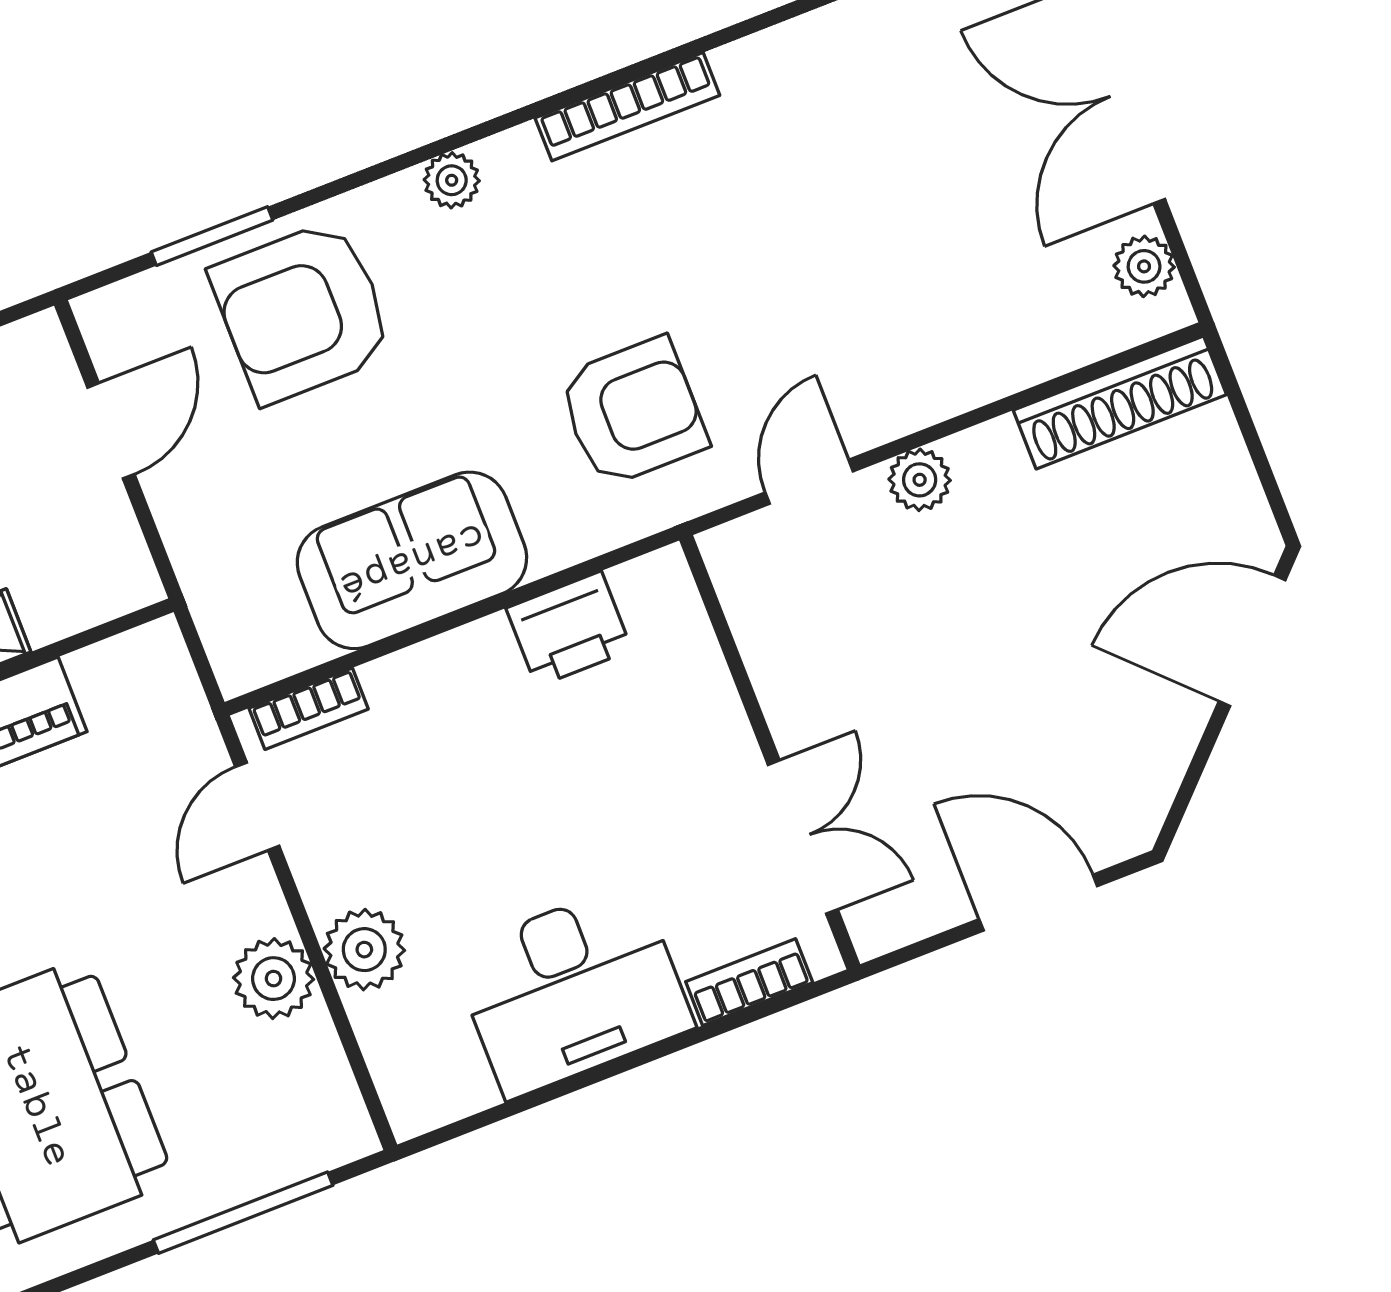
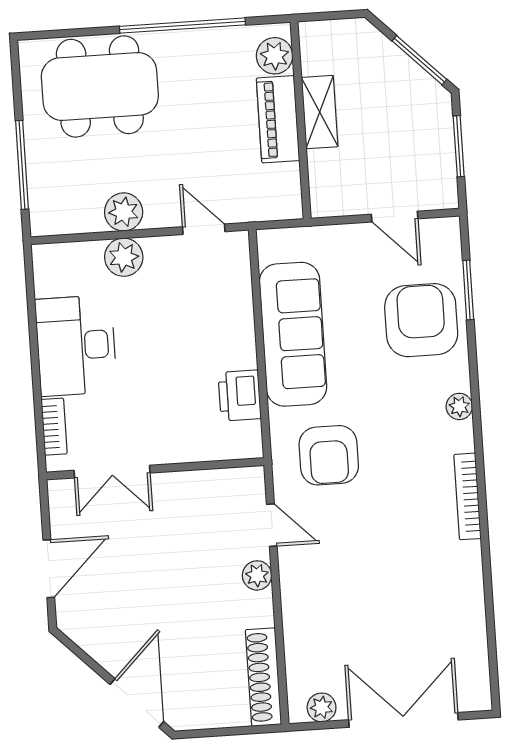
sofa: (412, 560) -> (293, 334), width x1.36
bookcase: (309, 709) -> (241, 266), removed

